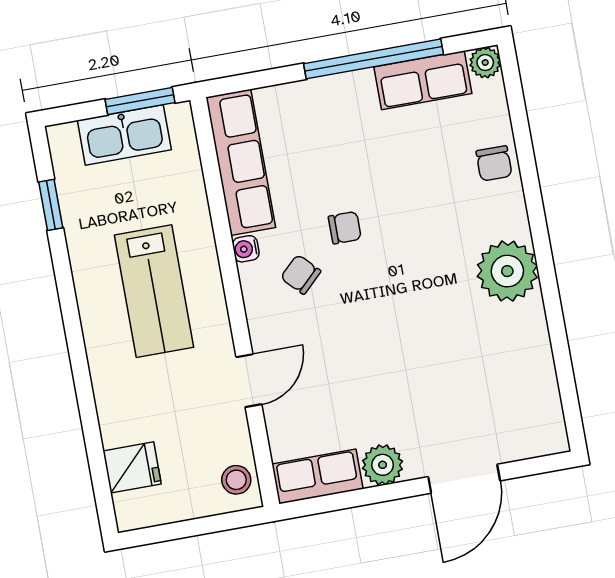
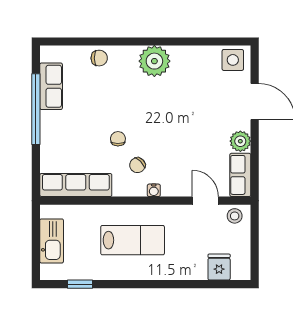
plant: (485, 63) -> (48, 53), removed
window: (140, 101) -> (36, 230), removed
water cooler: (246, 249) -> (154, 190), moved
door: (249, 381) -> (205, 201), moved
side table: (537, 422) -> (233, 60), added

